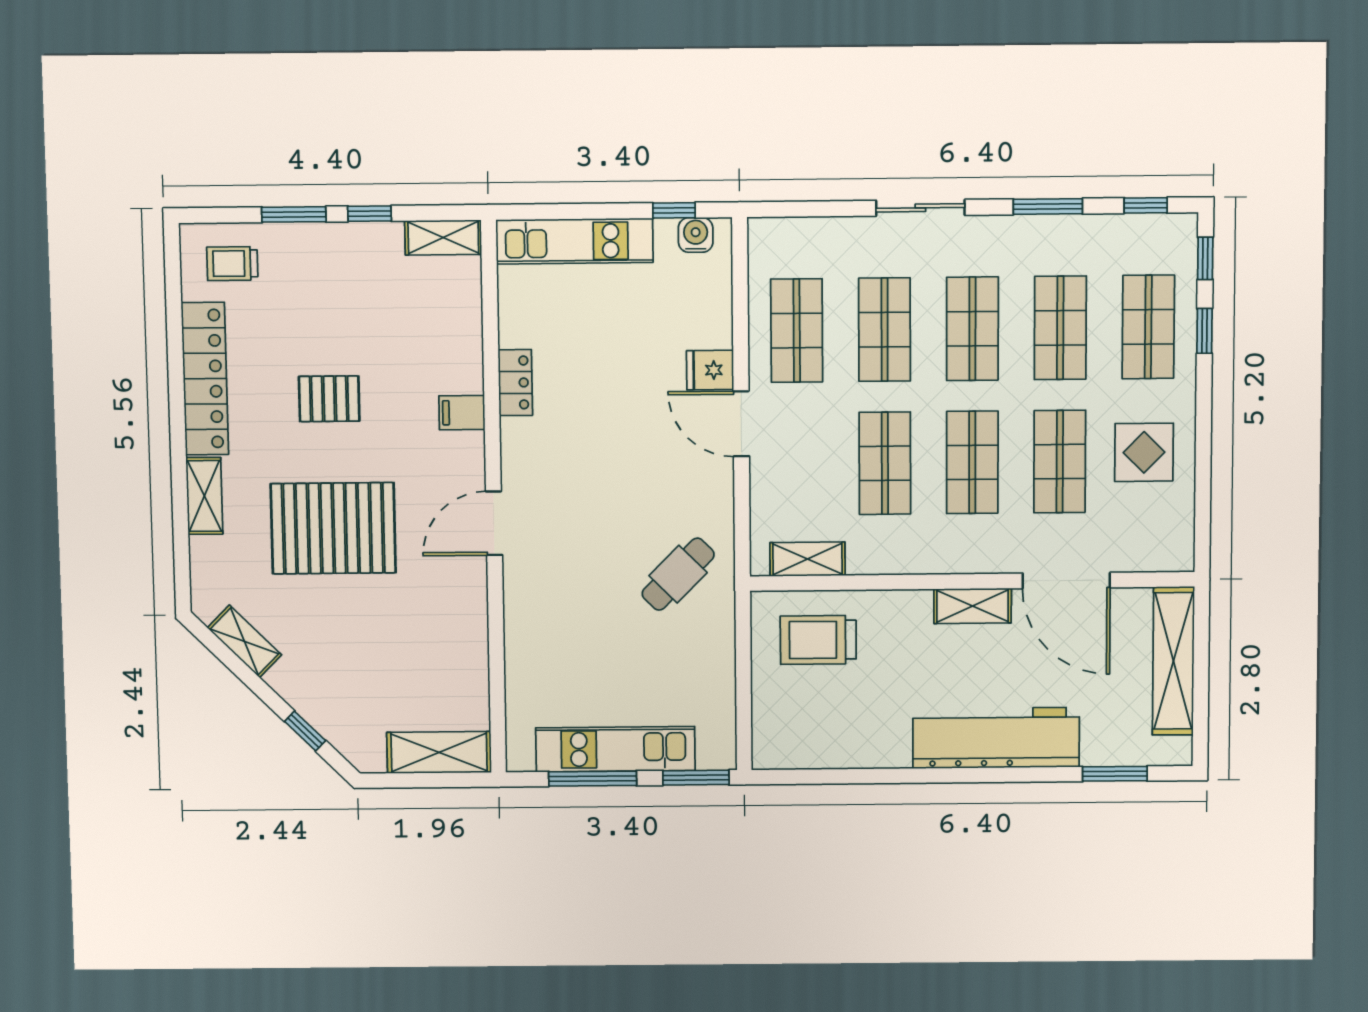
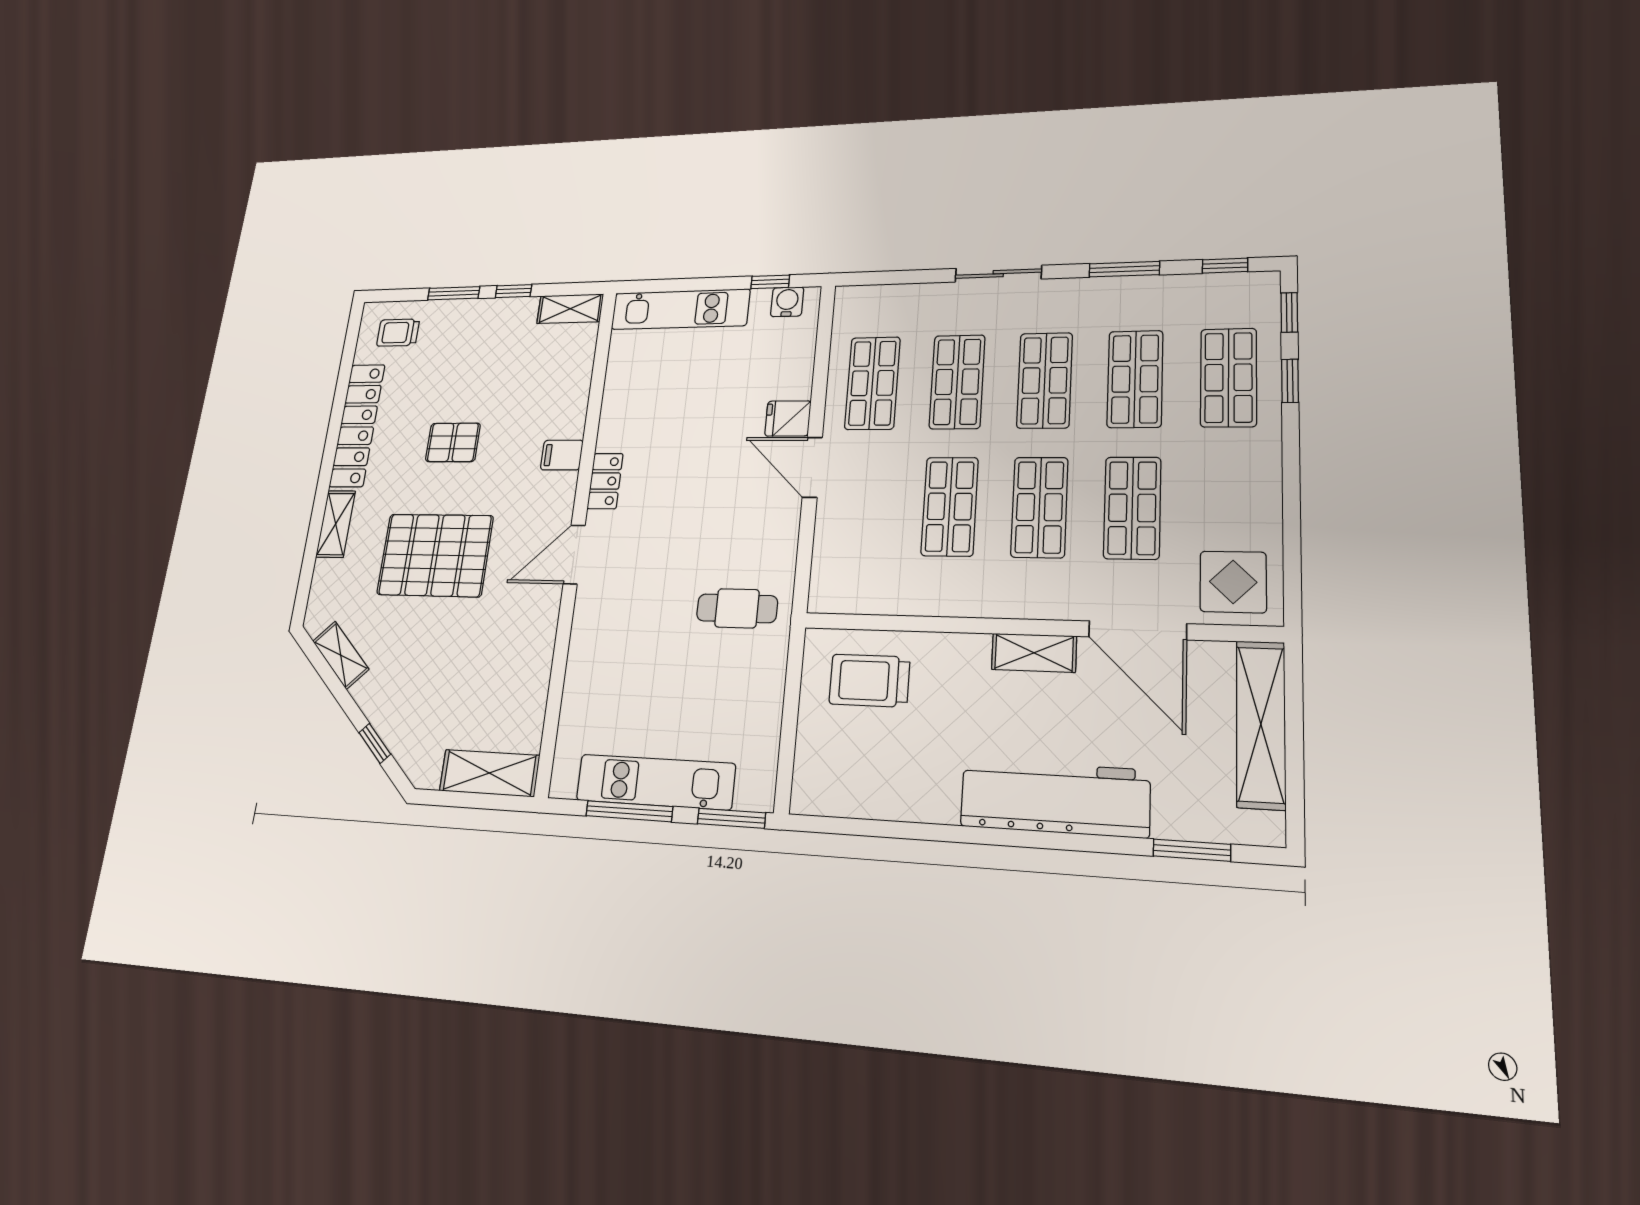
locker: (515, 383) -> (605, 481), moved
display table: (1144, 452) -> (1233, 582), moved
shelving: (807, 559) -> (865, 598), removed
cafe table: (678, 574) -> (737, 608), turned 45

